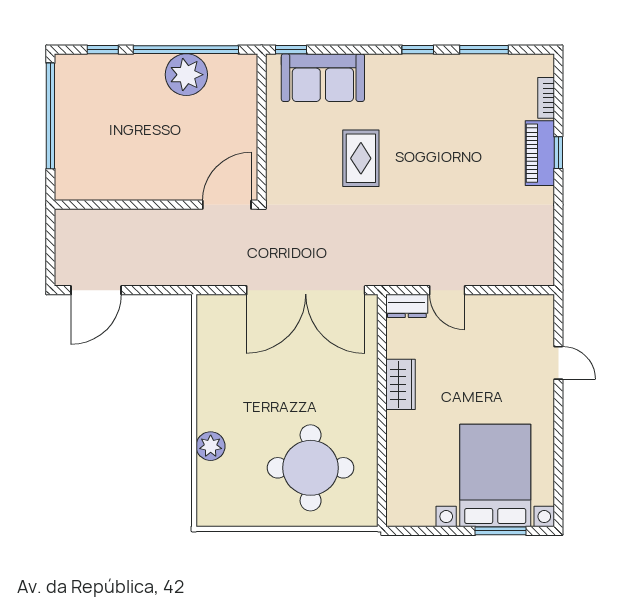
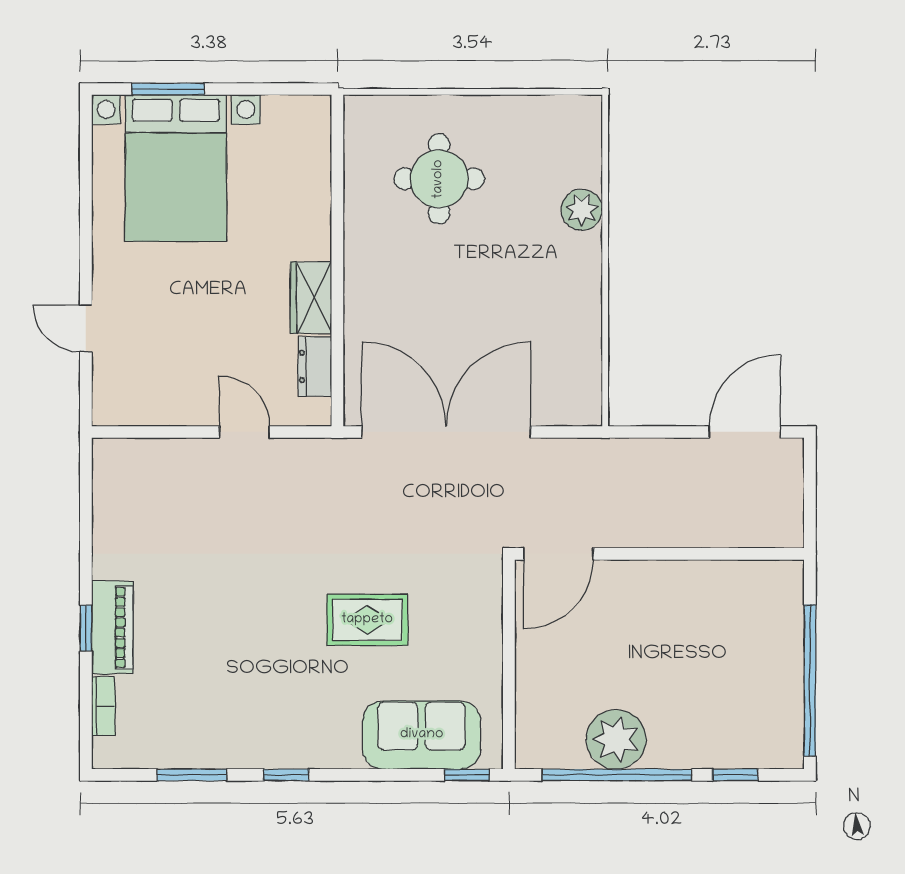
rug: (361, 158) -> (367, 620), turned 90
dresser: (407, 306) -> (315, 366), moved, turned -90
round table: (311, 468) -> (439, 179), width x0.73, depth x0.73

